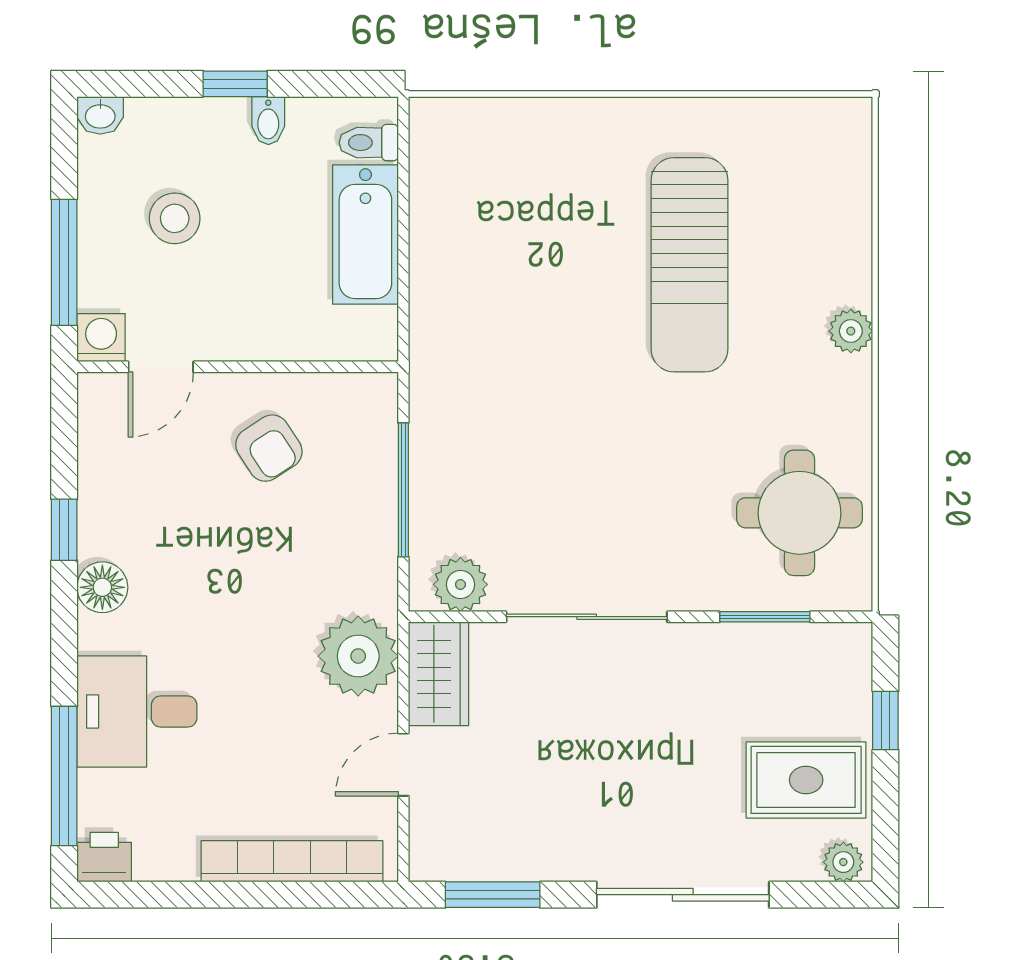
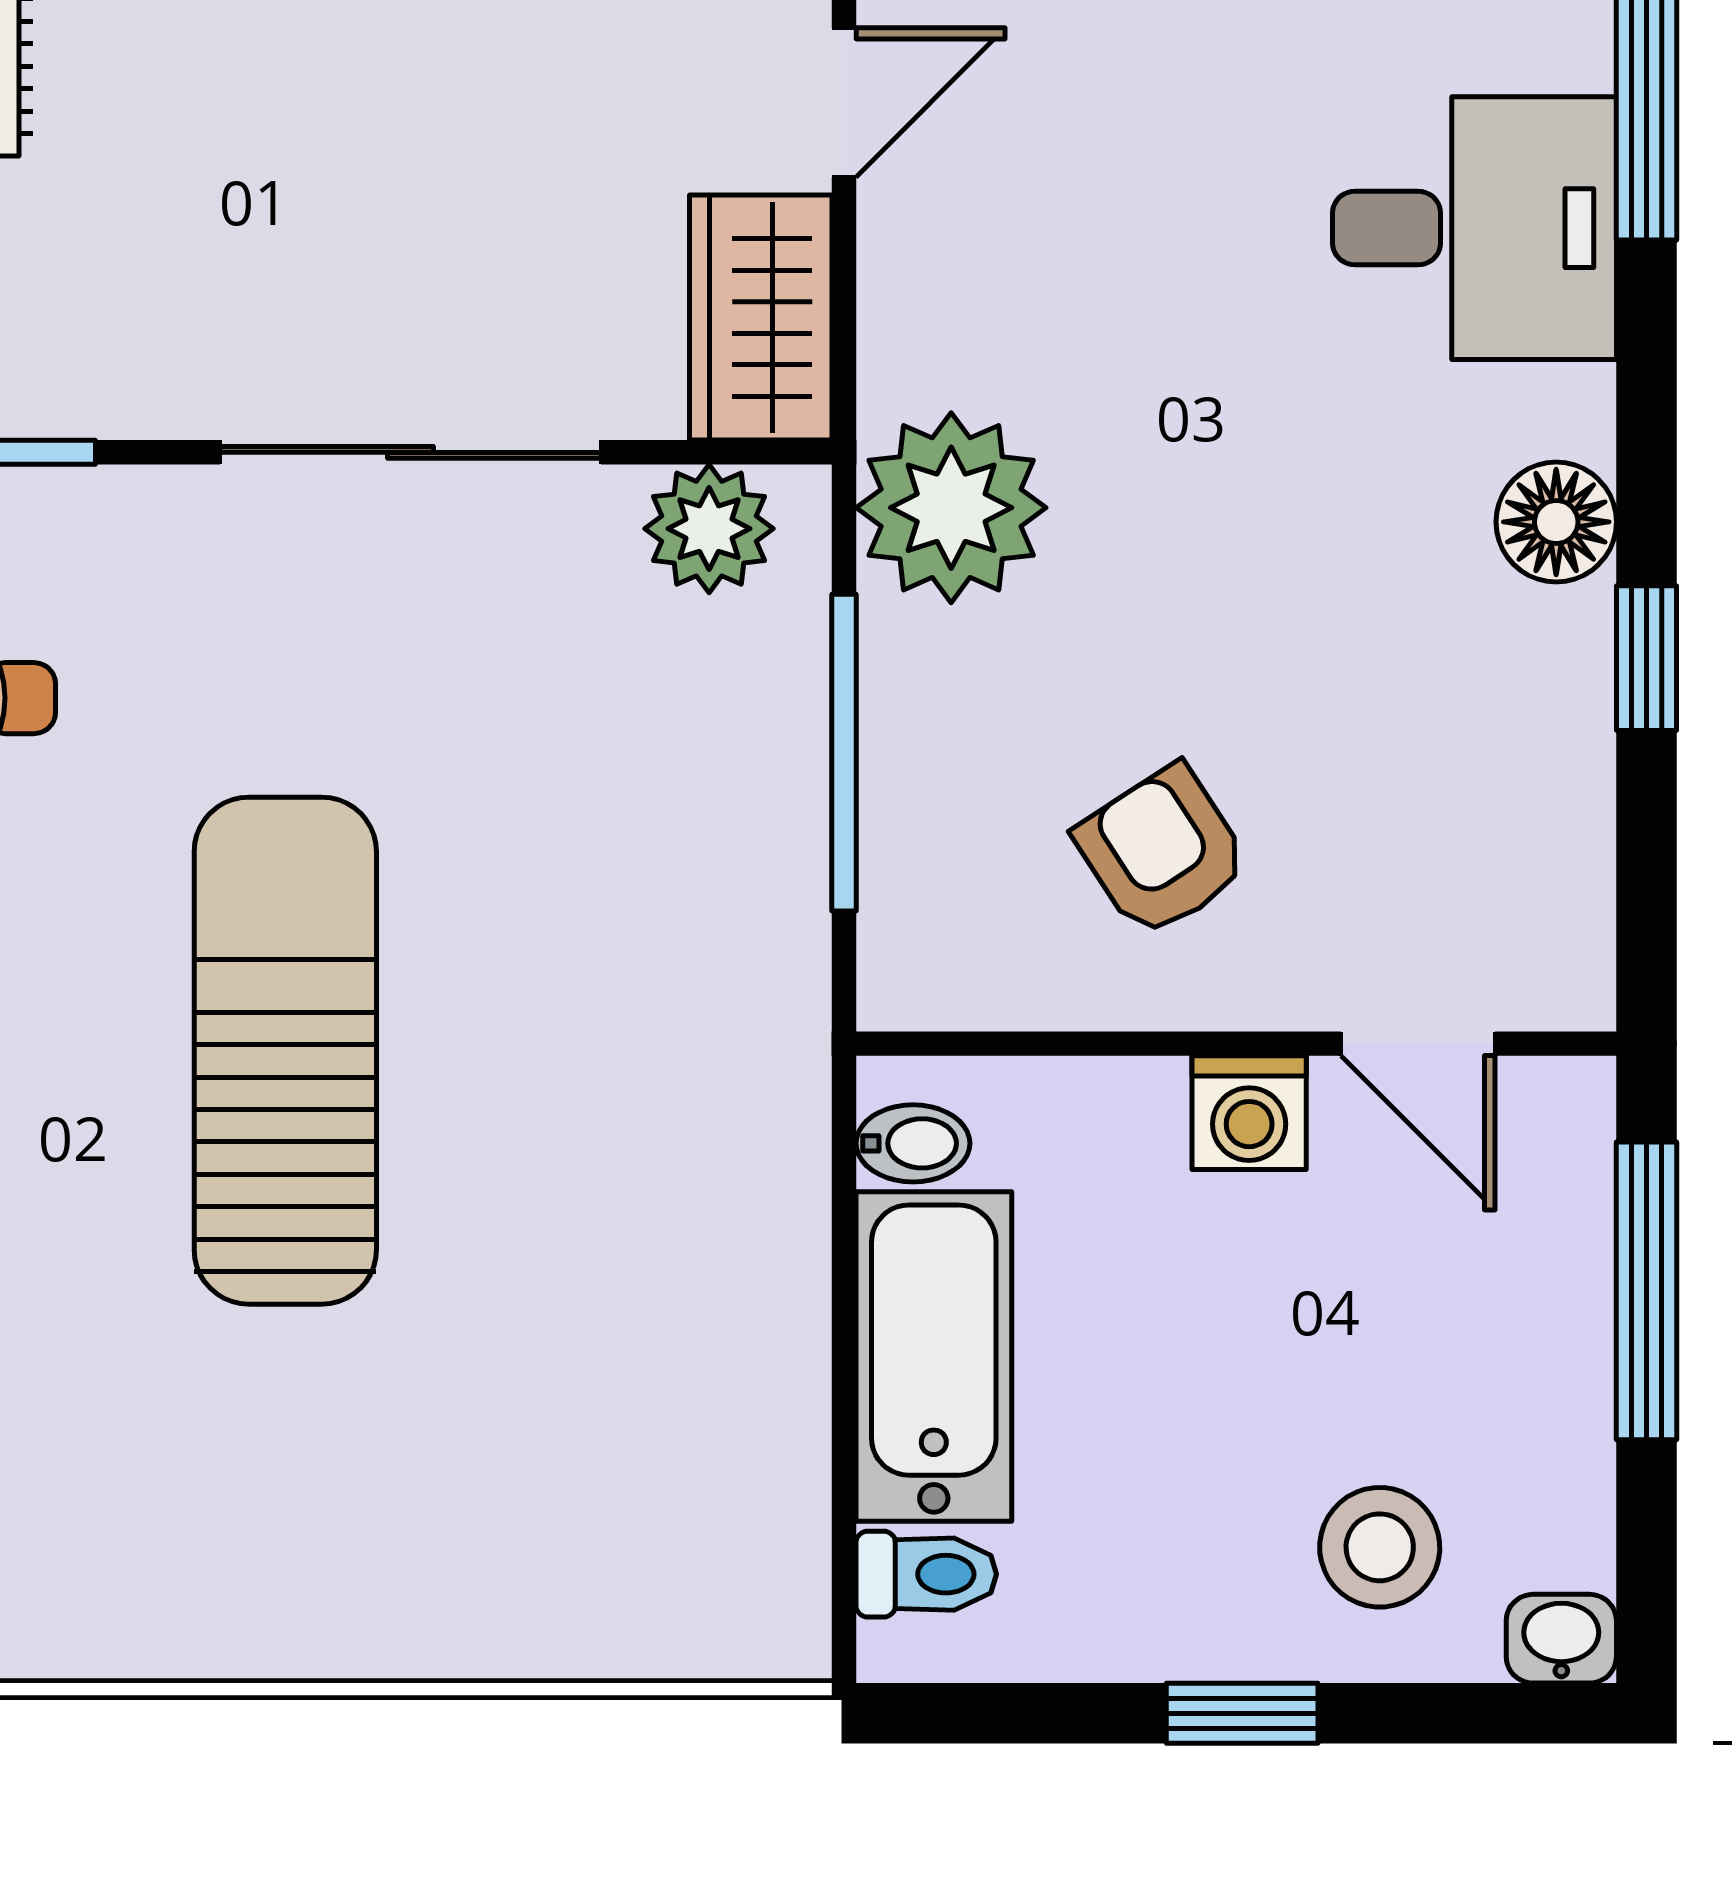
bidet: (268, 121) -> (913, 1143), moved, turned 90
stool: (175, 218) -> (1380, 1547), moved
sun lounger: (689, 265) -> (285, 1051), moved
washing machine: (101, 338) -> (1249, 1113), moved
door: (161, 367) -> (1418, 1044), swing flipped
plant: (358, 656) -> (951, 508), moved

